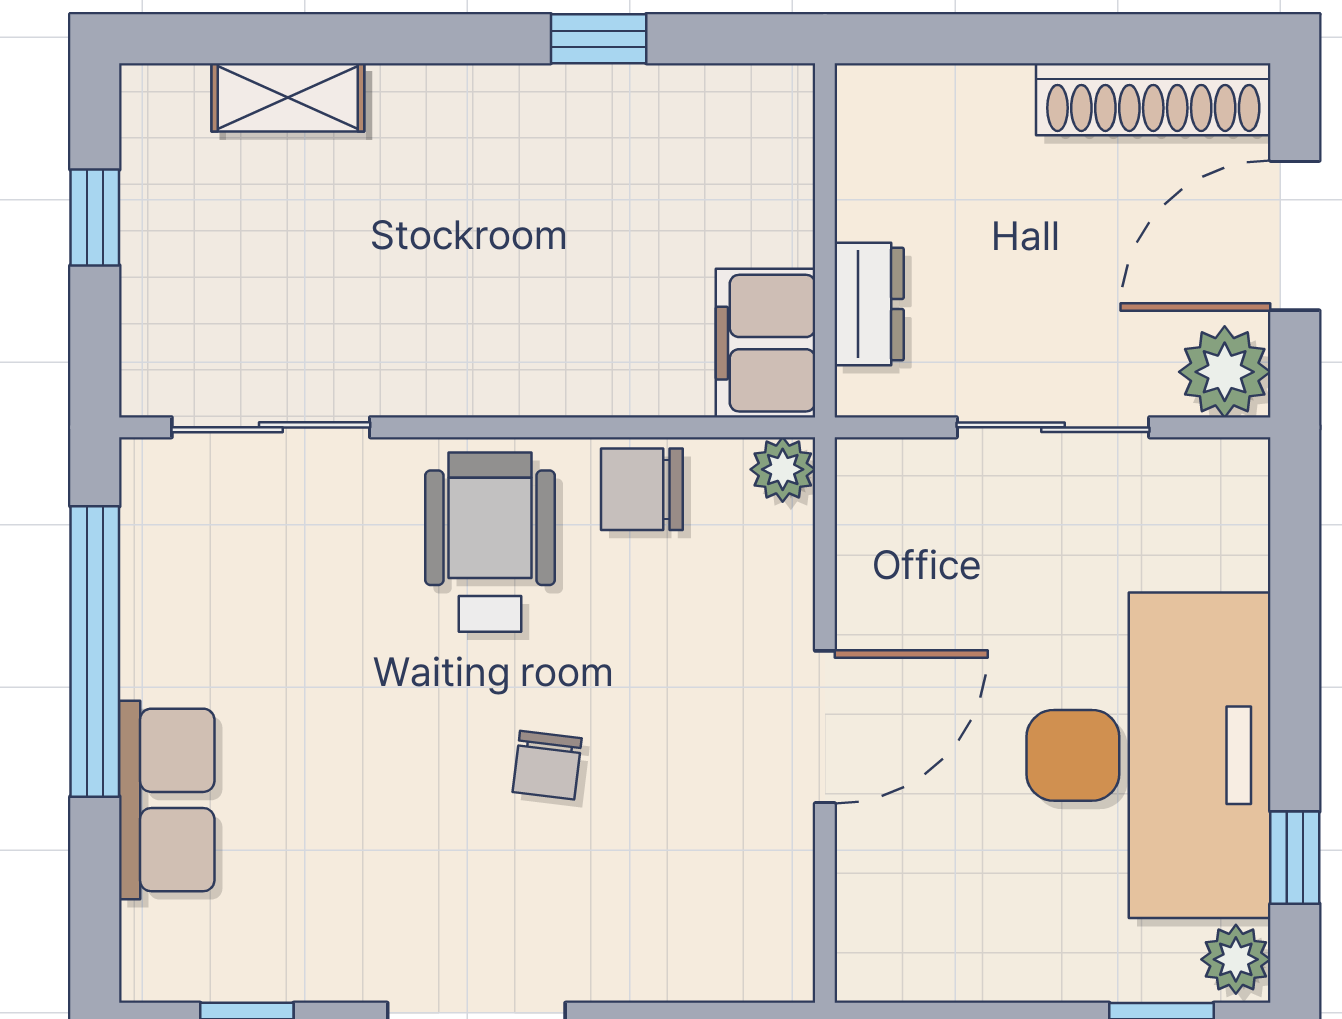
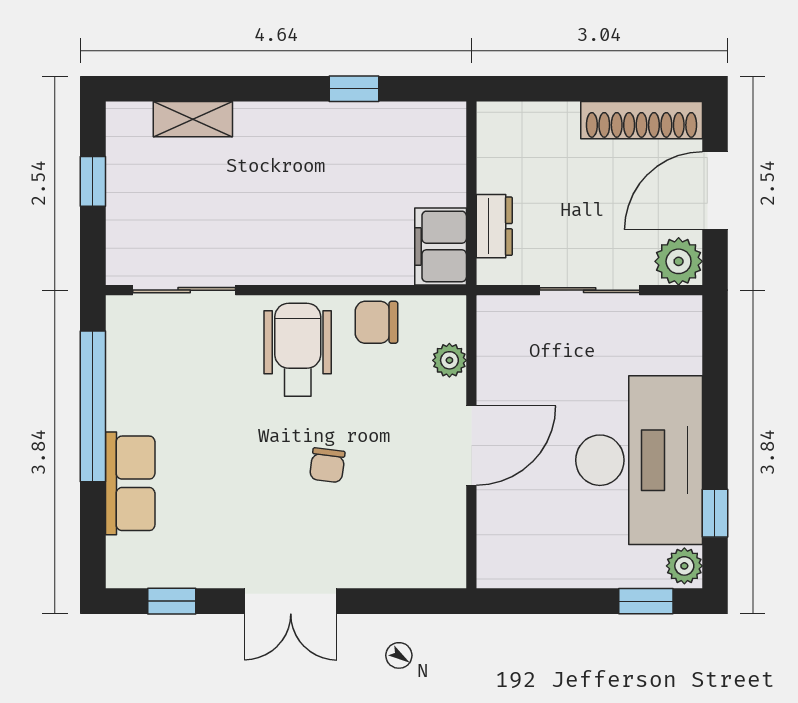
plant: (783, 469) -> (449, 360), moved

